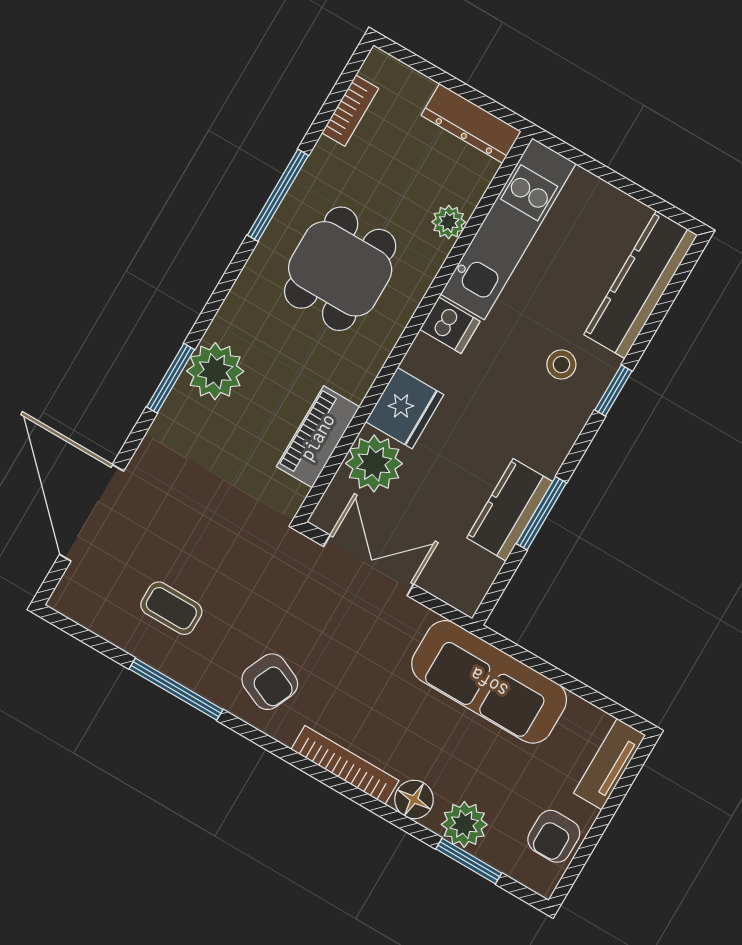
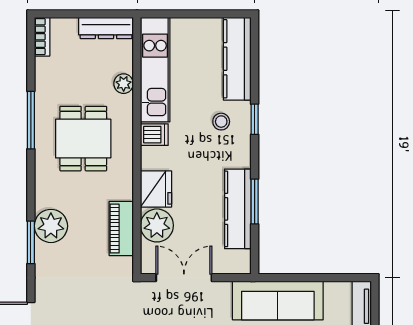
bookcase: (350, 111) -> (42, 37), moved
kitchen counter: (510, 510) -> (238, 209), width x1.50

